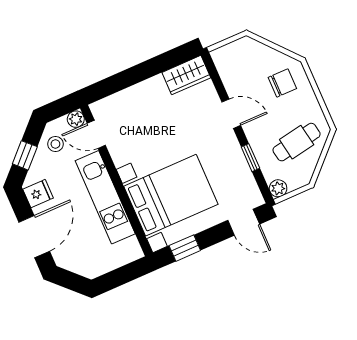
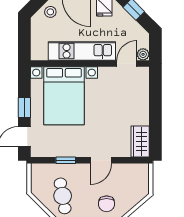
stool: (55, 144) -> (50, 12), moved
plant: (278, 188) -> (37, 170), removed
window: (185, 248) -> (24, 108), moved

